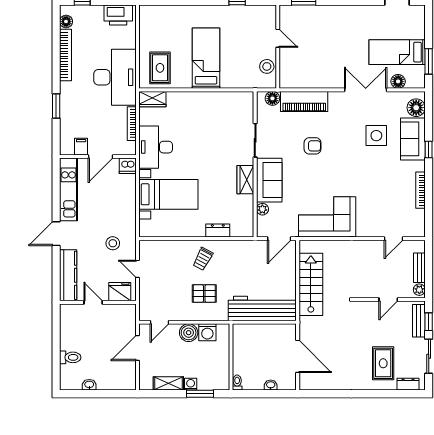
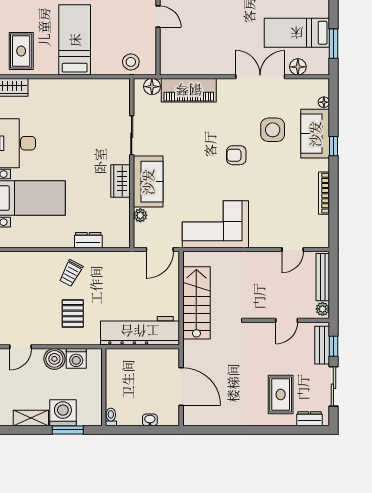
stool: (267, 66) -> (131, 62), moved
floor lamp: (416, 108) -> (324, 102), width x0.53, depth x0.53
armchair: (312, 146) -> (236, 155), moved, turned 180
bench: (419, 268) -> (323, 277), width x1.36
pallet: (204, 294) -> (73, 313), turned 90
washing machine: (191, 384) -> (63, 413), width x1.89, depth x1.89

